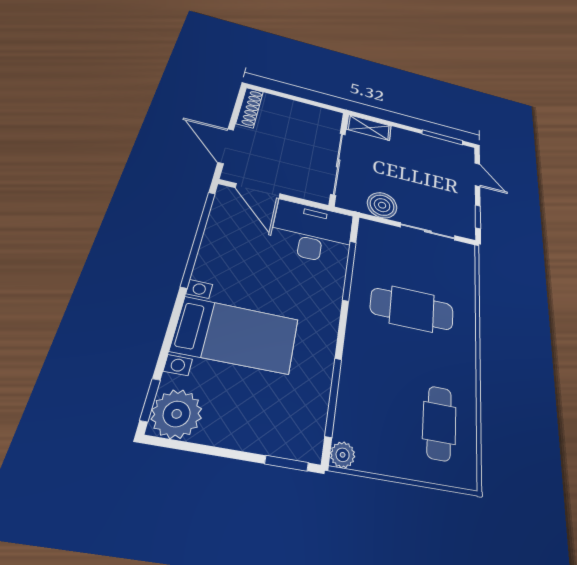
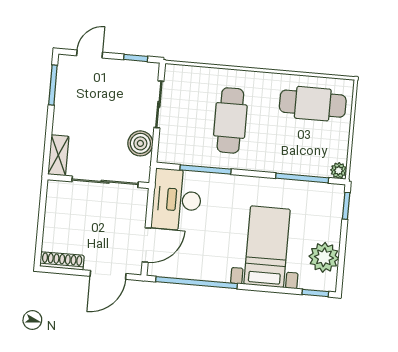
plant: (177, 414) -> (324, 257), moved
cafe table: (439, 423) -> (313, 104), width x1.37, depth x1.35

